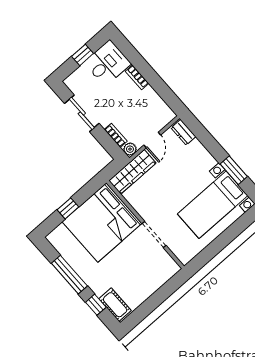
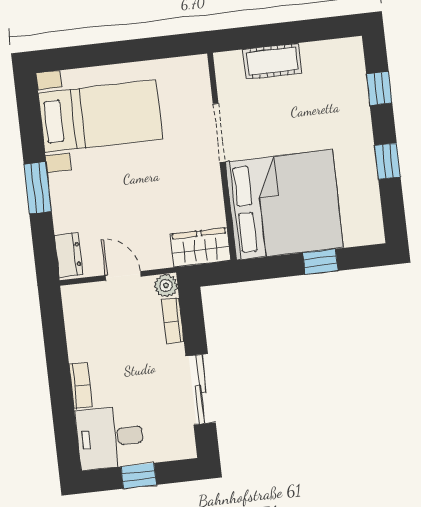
door: (152, 140) -> (123, 276), hinge flipped
window: (234, 170) -> (38, 188), moved
wardrobe: (132, 172) -> (200, 247), width x0.67
window: (69, 275) -> (387, 161), width x0.46
cot: (115, 305) -> (272, 61), moved, turned 90

